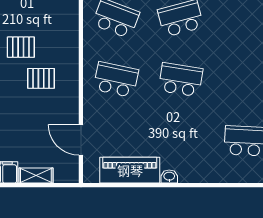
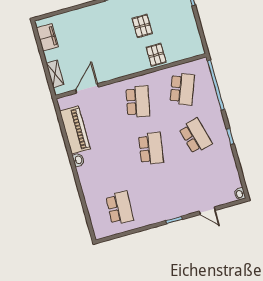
pallet: (41, 78) -> (156, 55), moved
shelving: (36, 176) -> (55, 74), moved

